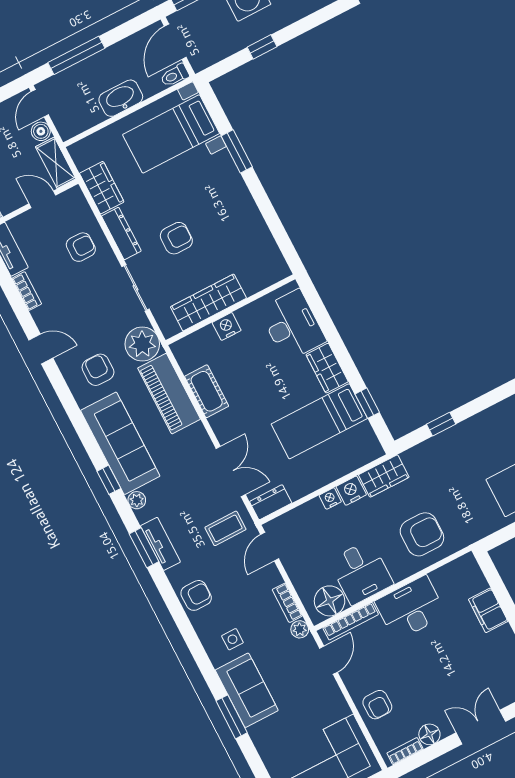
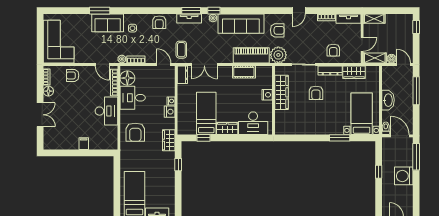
wardrobe: (384, 476) -> (169, 140), moved
window: (109, 480) -> (214, 11), moved
filing cabinet: (488, 610) -> (84, 144), width x0.50

